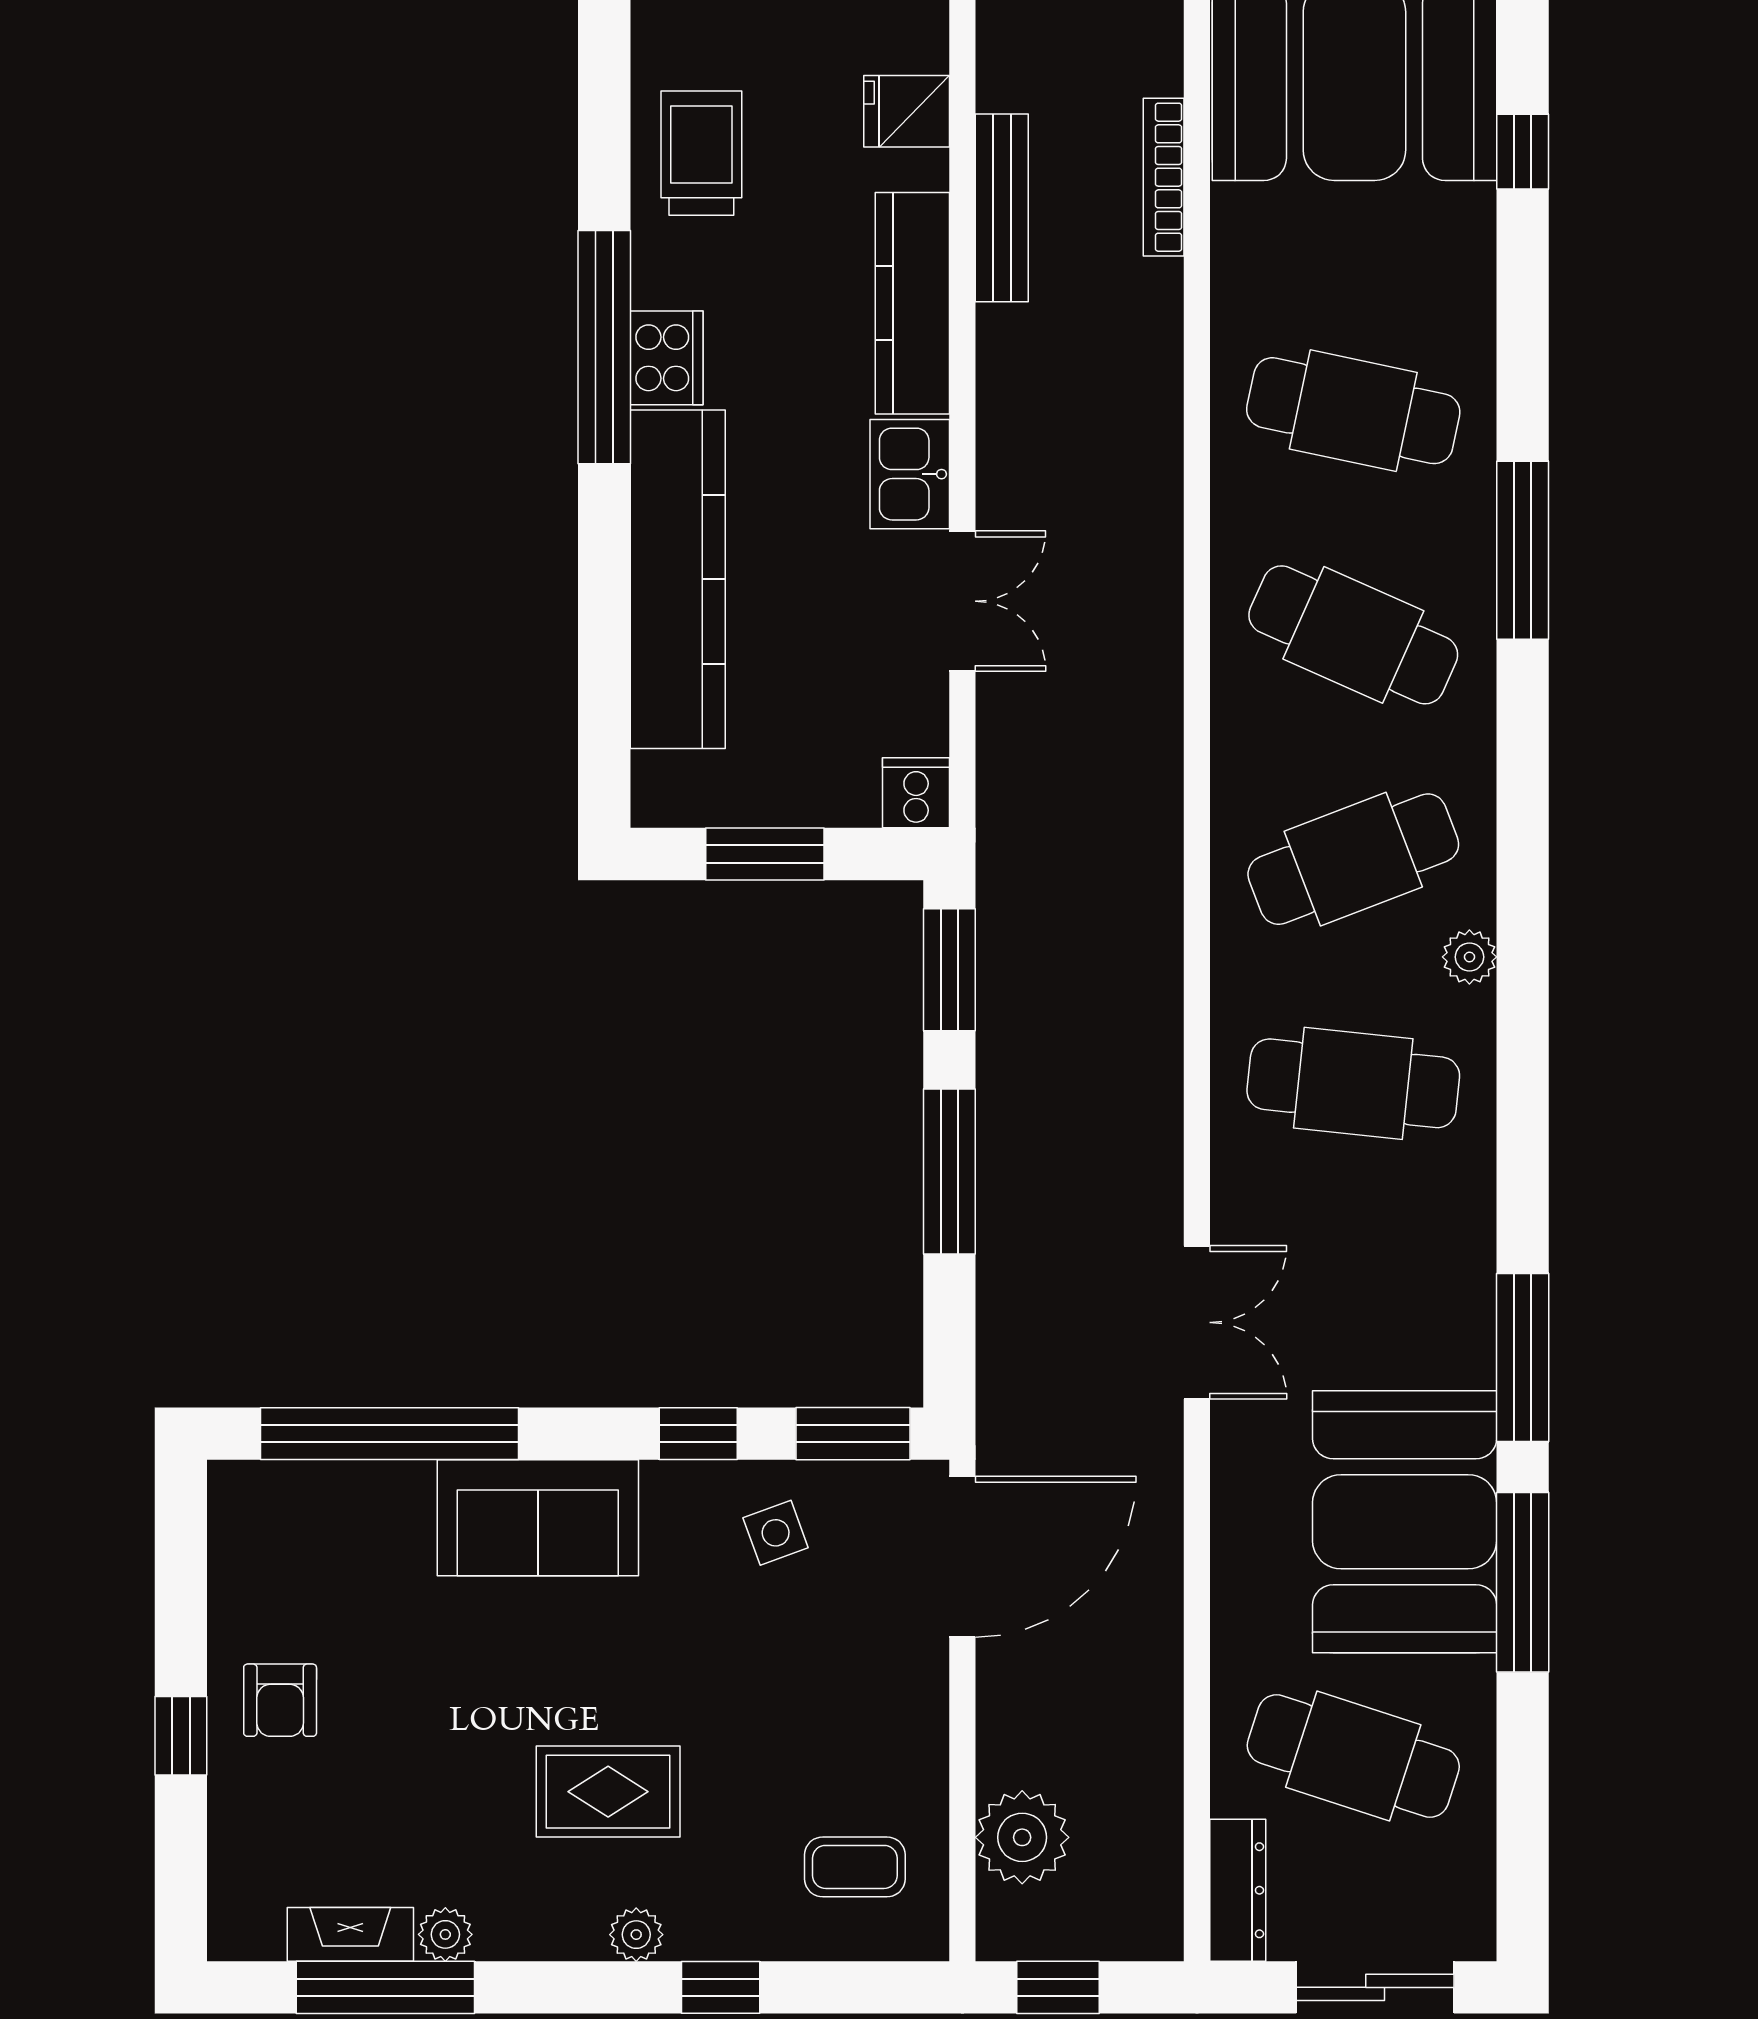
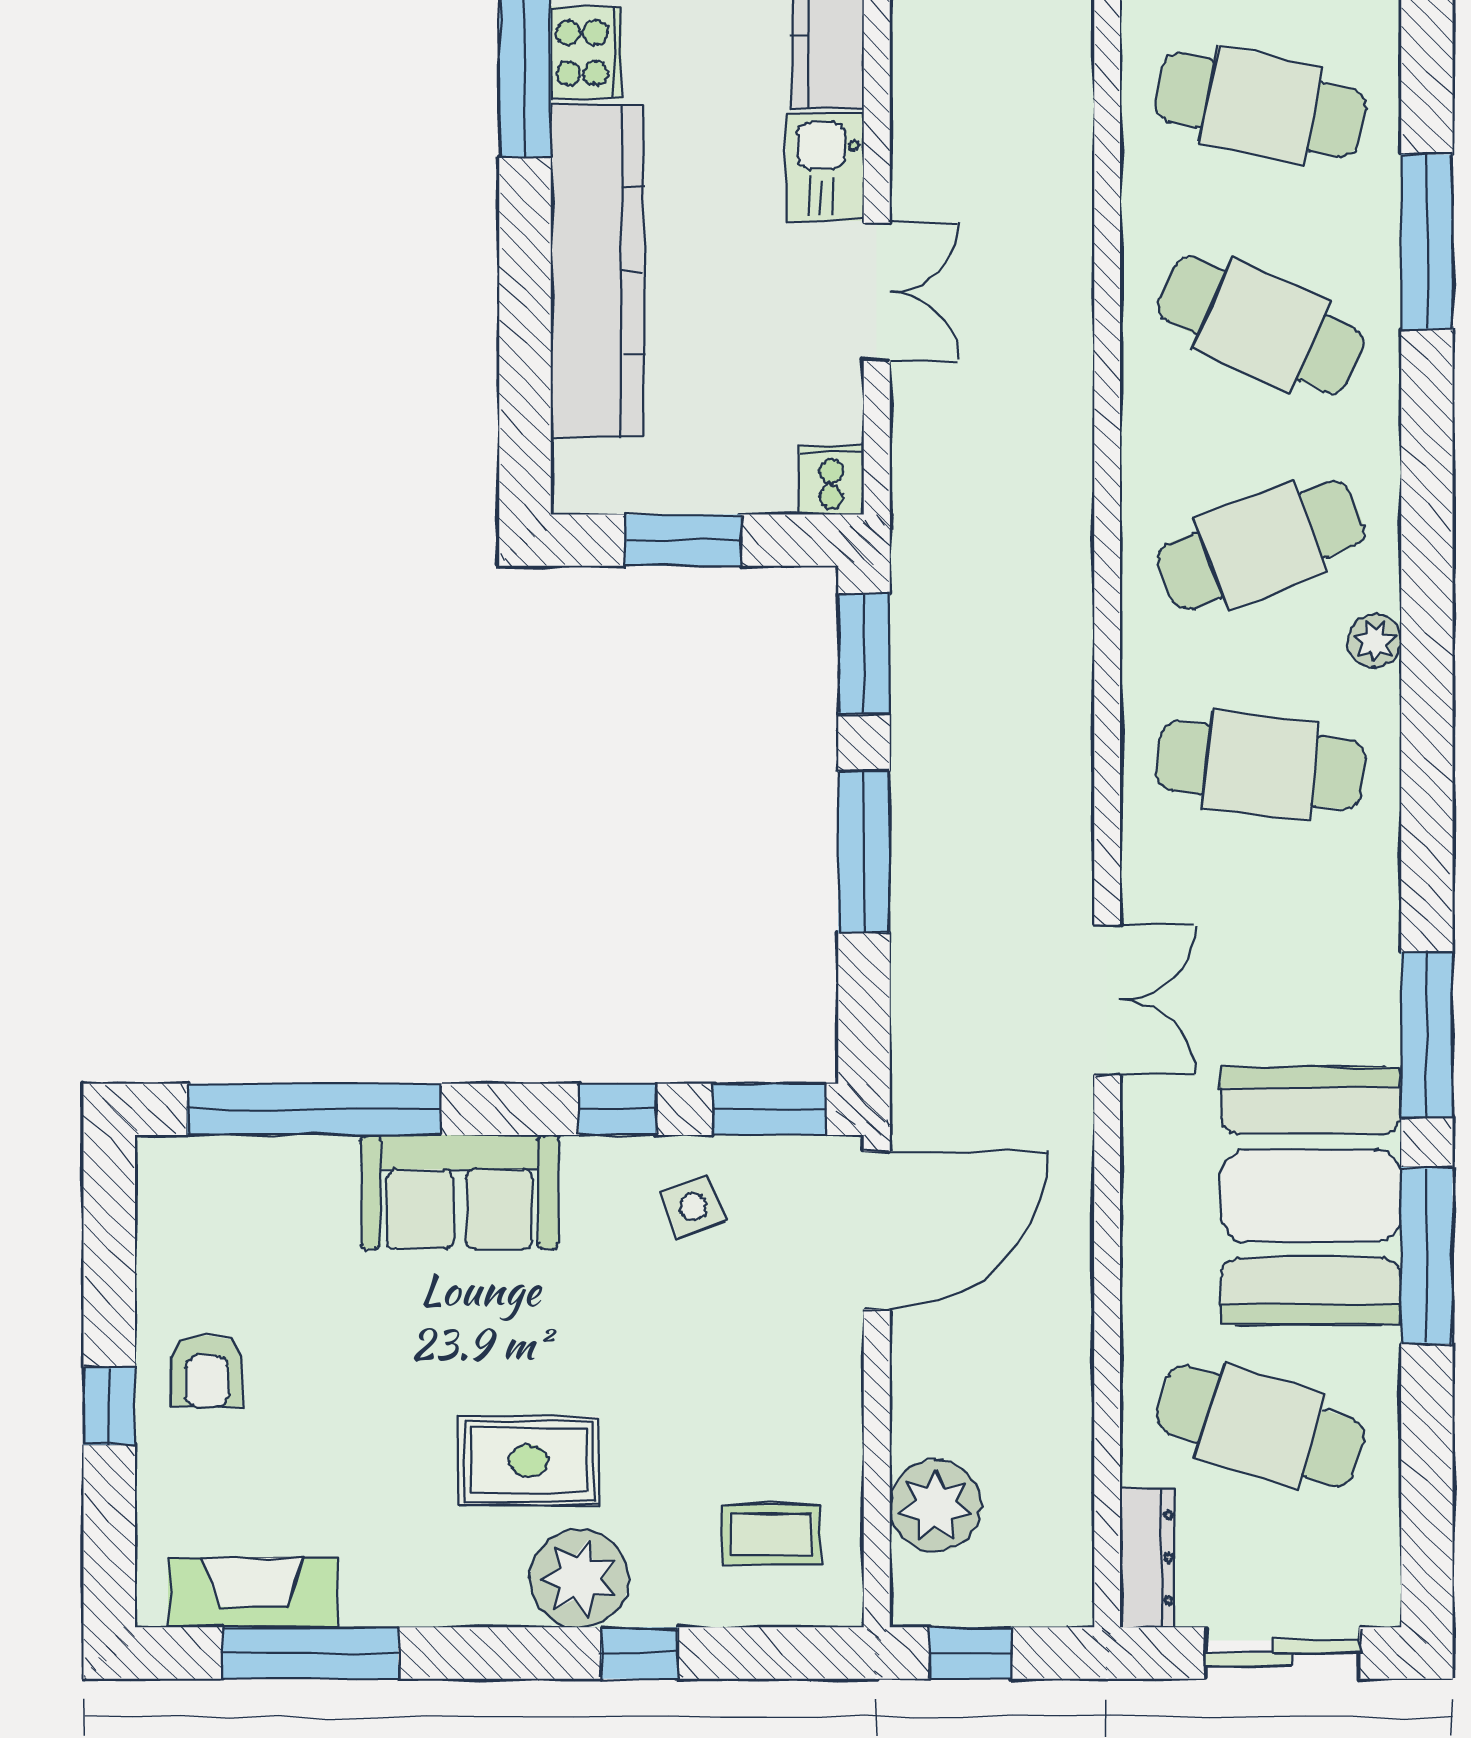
fireplace: (350, 1934) -> (253, 1593), width x1.37, depth x1.32
plant: (445, 1934) -> (369, 1601), removed
plant: (636, 1935) -> (579, 1578), width x1.88, depth x1.88

